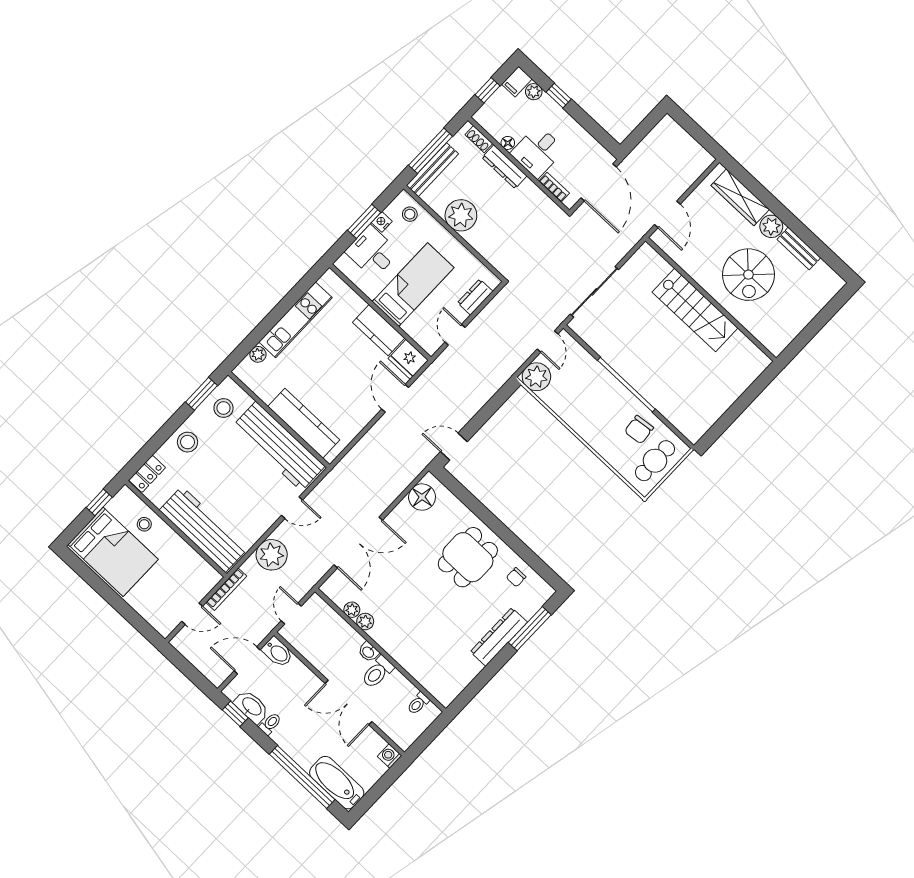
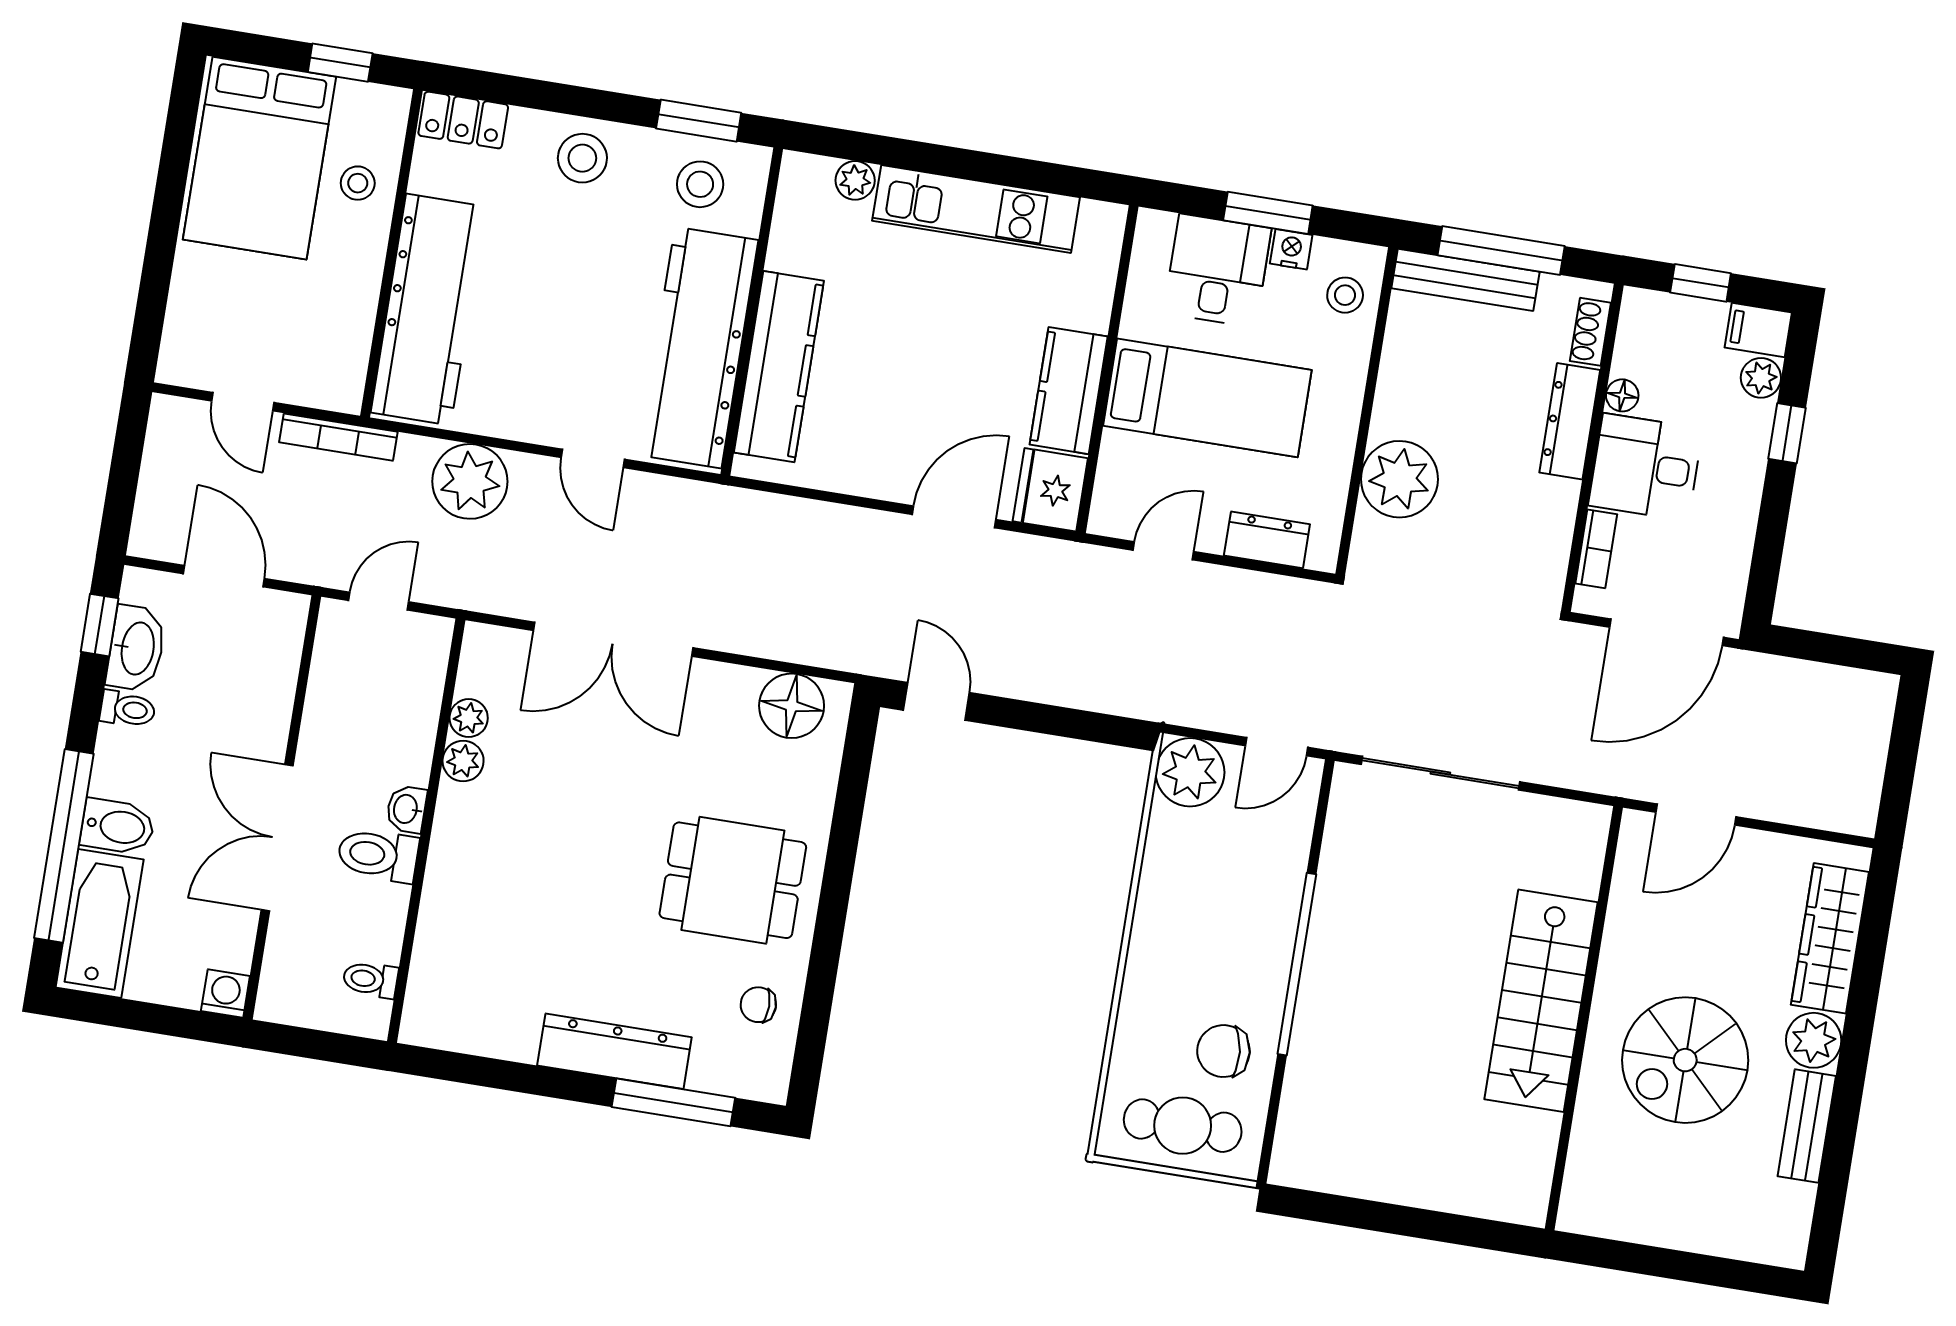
plant: (461, 215) -> (1399, 479), moved
bidet: (278, 652) -> (118, 827), moved, turned -90

